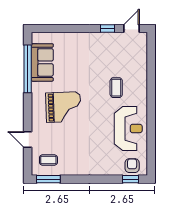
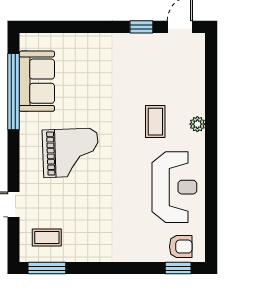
plant: (143, 89) -> (197, 124), added
armchair: (132, 166) -> (181, 247), turned 90

